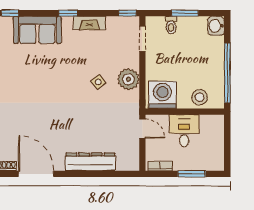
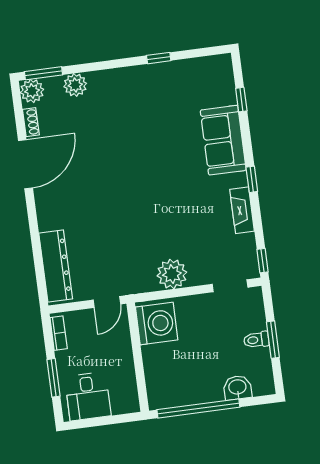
toilet: (171, 25) -> (256, 340), moved
washbasin: (216, 26) -> (237, 388), moved
side table: (98, 82) -> (163, 233), removed
stool: (200, 97) -> (160, 375), removed
desk: (184, 131) -> (88, 396), moved, turned 90
dresser: (90, 162) -> (56, 266), moved

